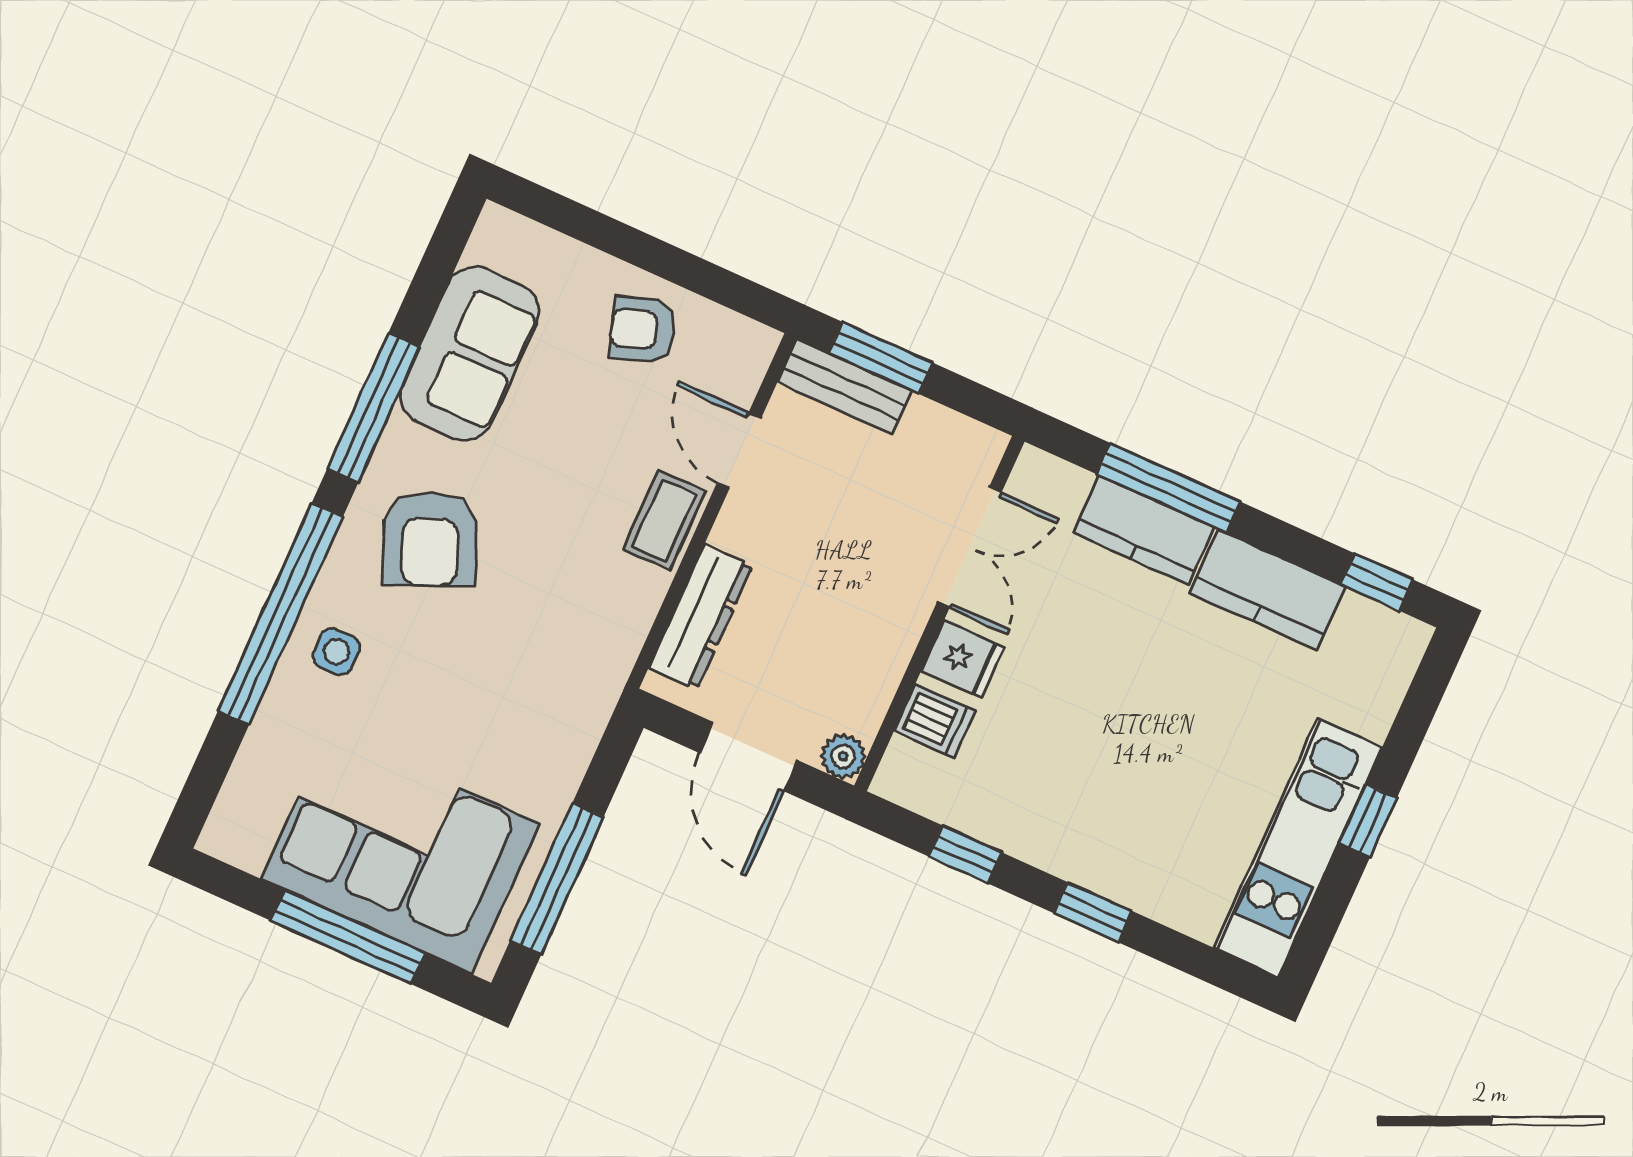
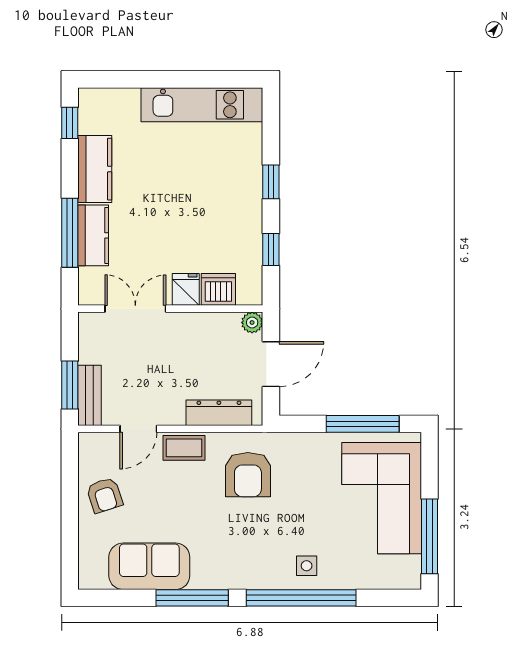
armchair: (430, 539) -> (248, 475), moved, turned 113
dishwasher: (935, 721) -> (218, 289), width x1.38
window: (1368, 821) -> (176, 79), removed
window: (348, 937) -> (430, 536), moved

